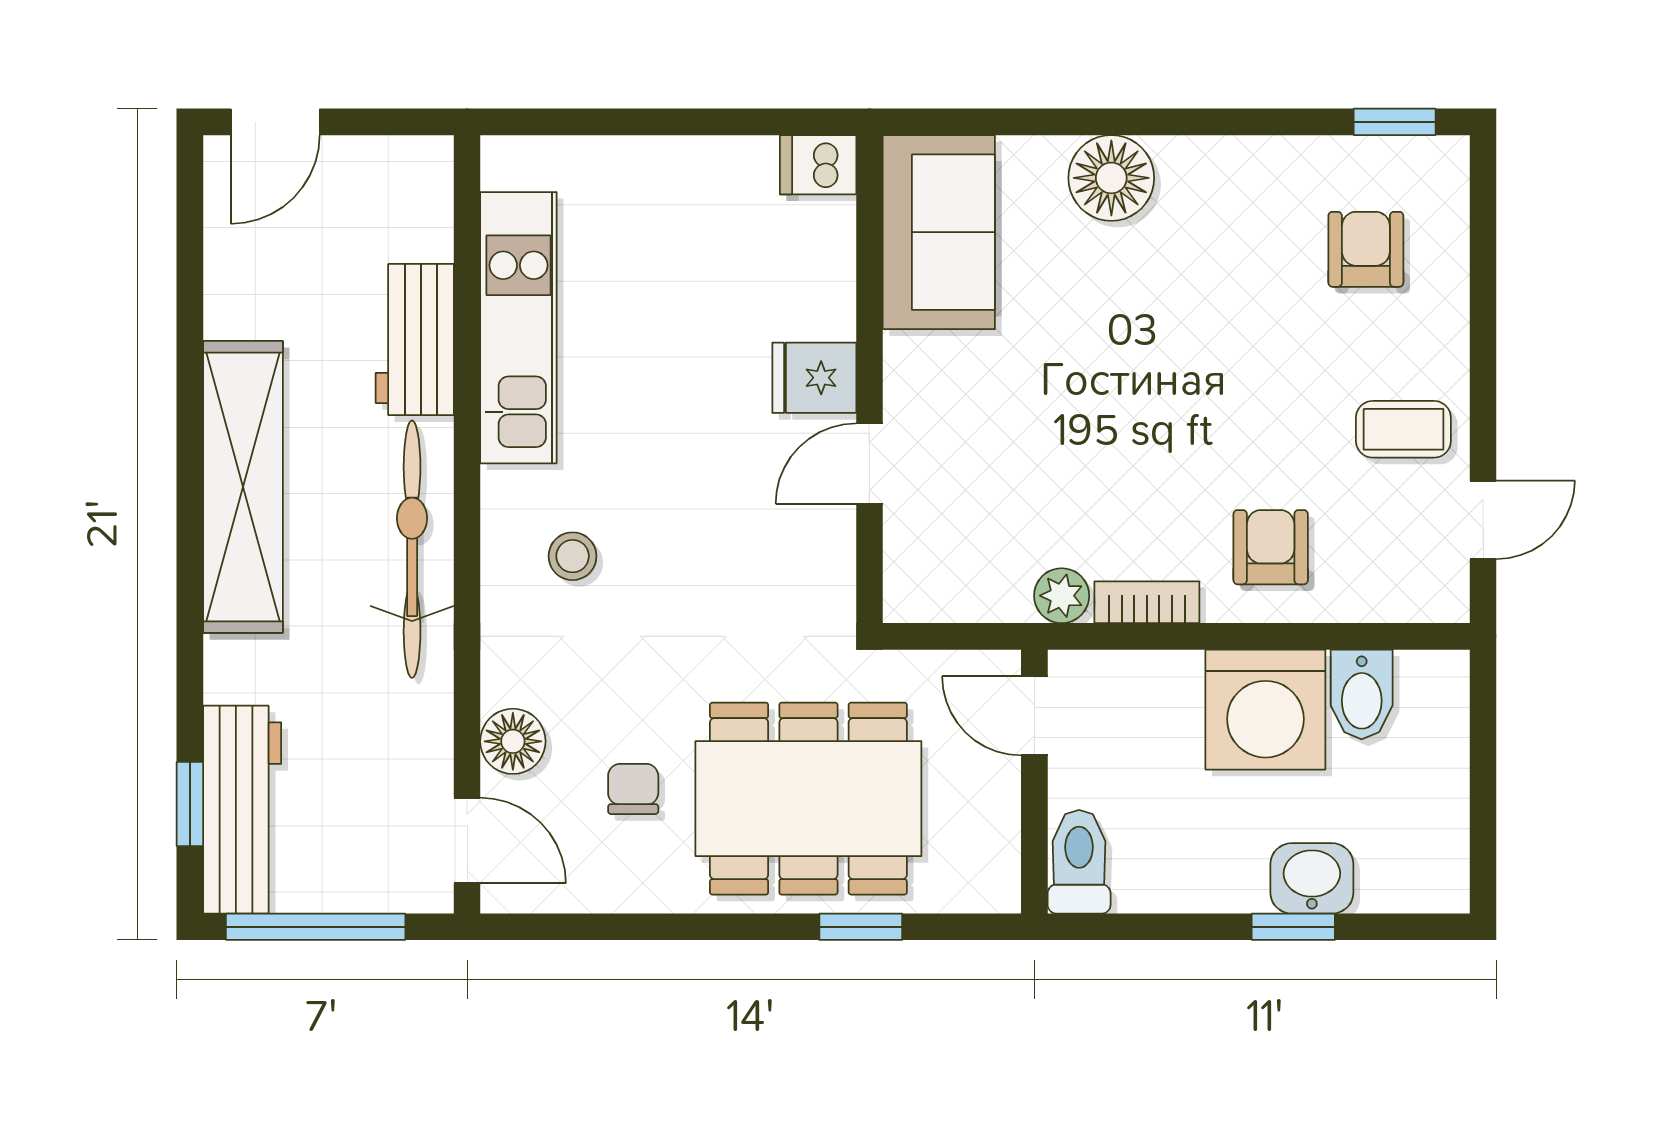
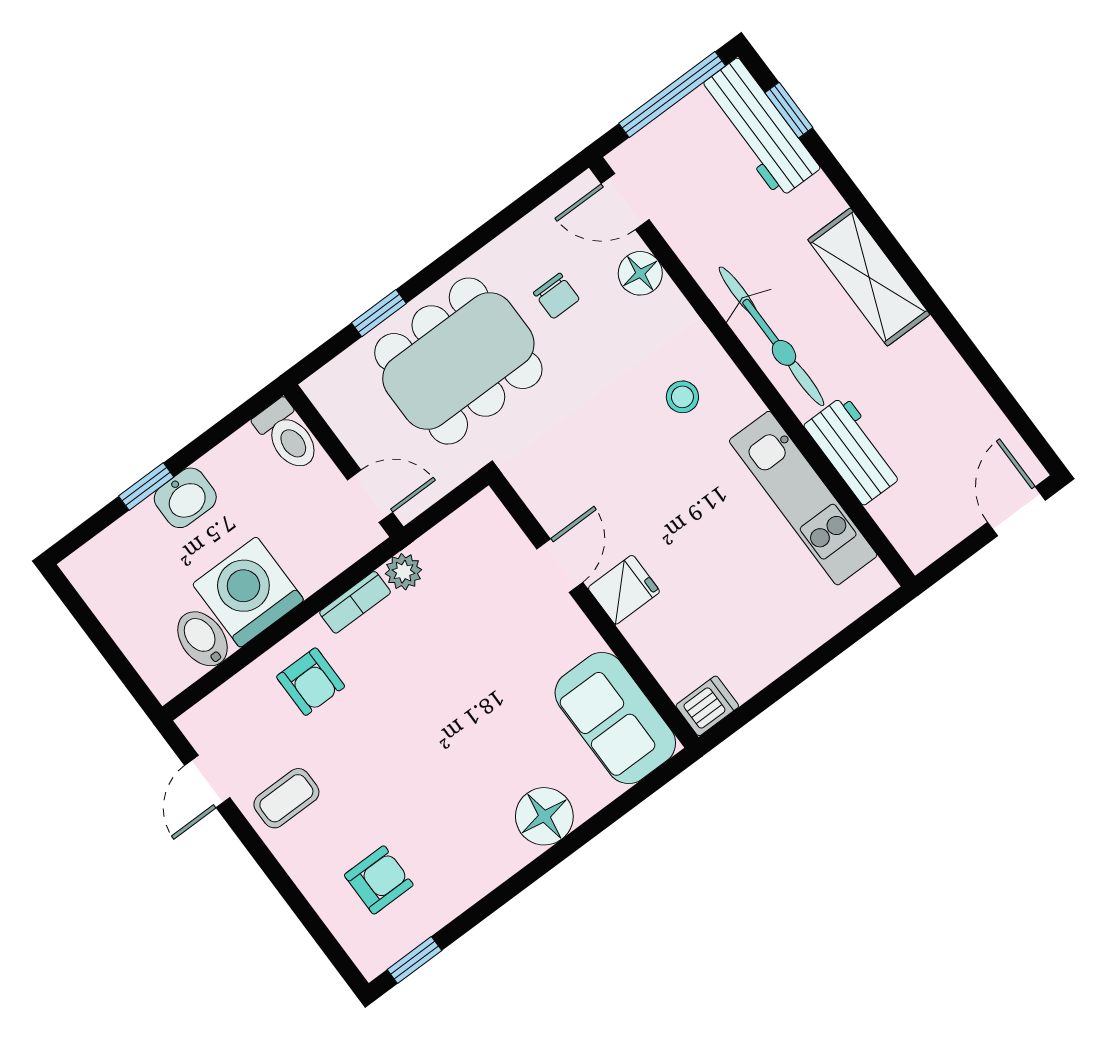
armchair: (1366, 249) -> (379, 880), turned -90
shelving: (243, 487) -> (869, 277), width x0.68
washbasin: (1312, 878) -> (185, 498), moved

